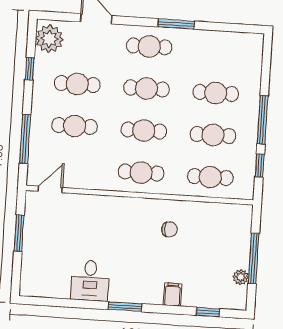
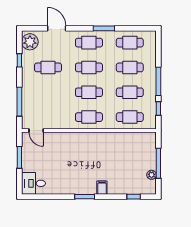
cafe table: (75, 126) -> (130, 43), moved
door: (50, 189) -> (36, 130), swing flipped
chair: (169, 229) -> (108, 149), removed
desk: (90, 280) -> (33, 183), moved, turned 90
filing cabinet: (173, 295) -> (102, 188), moved

